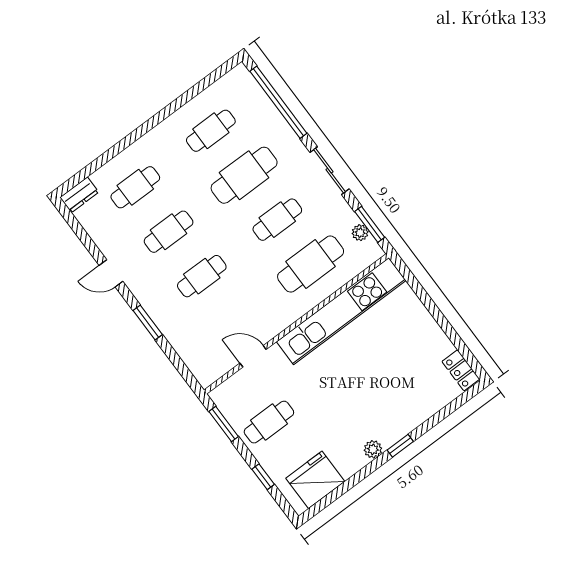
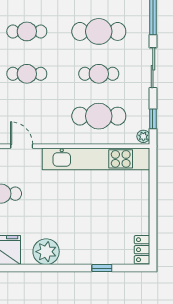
window: (370, 224) -> (153, 119), width x0.67
plant: (360, 233) -> (143, 136), moved
window: (400, 446) -> (102, 268), moved
plant: (373, 449) -> (46, 252), width x1.88, depth x1.88

